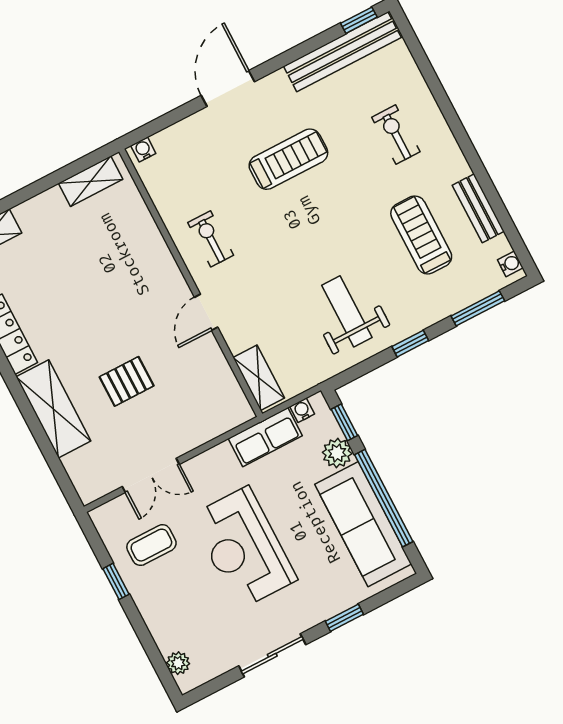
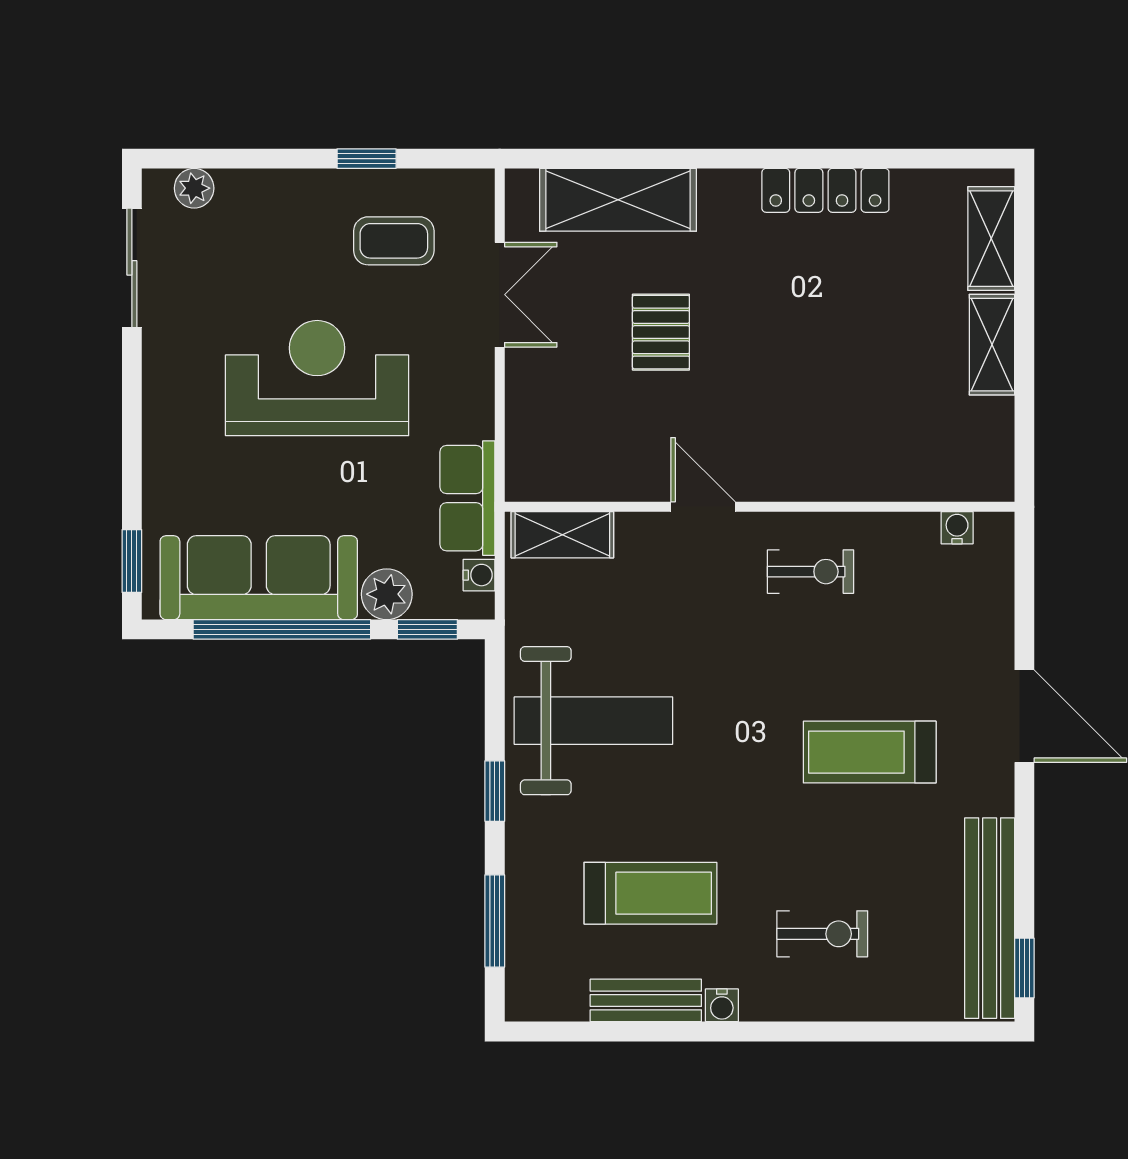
water cooler: (143, 150) -> (957, 528), moved, turned -90
treadmill: (288, 159) -> (870, 752), turned 90
shelving: (91, 181) -> (992, 345), moved
water cooler: (510, 264) -> (722, 1005), moved
weight bench: (347, 311) -> (593, 721), width x1.36, depth x1.33
shelving: (53, 409) -> (618, 200), moved
double door: (151, 475) -> (500, 295), swing flipped
coffee table: (151, 545) -> (394, 241), turned 90
window: (344, 618) -> (132, 561), moved
sliding door: (272, 655) -> (132, 268), moved

